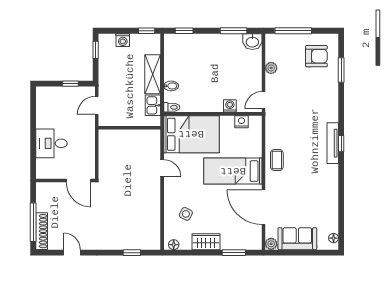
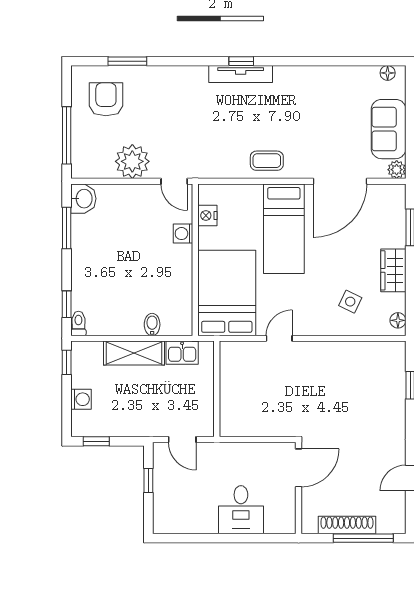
plant: (271, 68) -> (132, 161), width x1.88, depth x1.88
toilet: (172, 107) -> (78, 323), moved
shoe rack: (42, 231) -> (347, 525), moved

